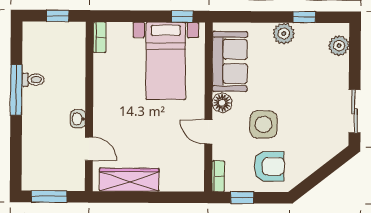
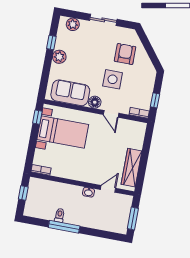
sliding door: (355, 111) -> (103, 20), moved
door: (208, 132) -> (111, 114), hinge flipped
armchair: (269, 166) -> (125, 54), moved

